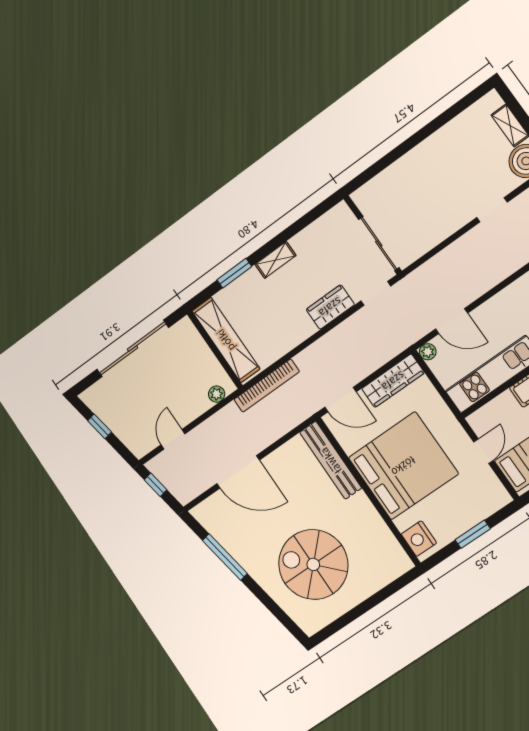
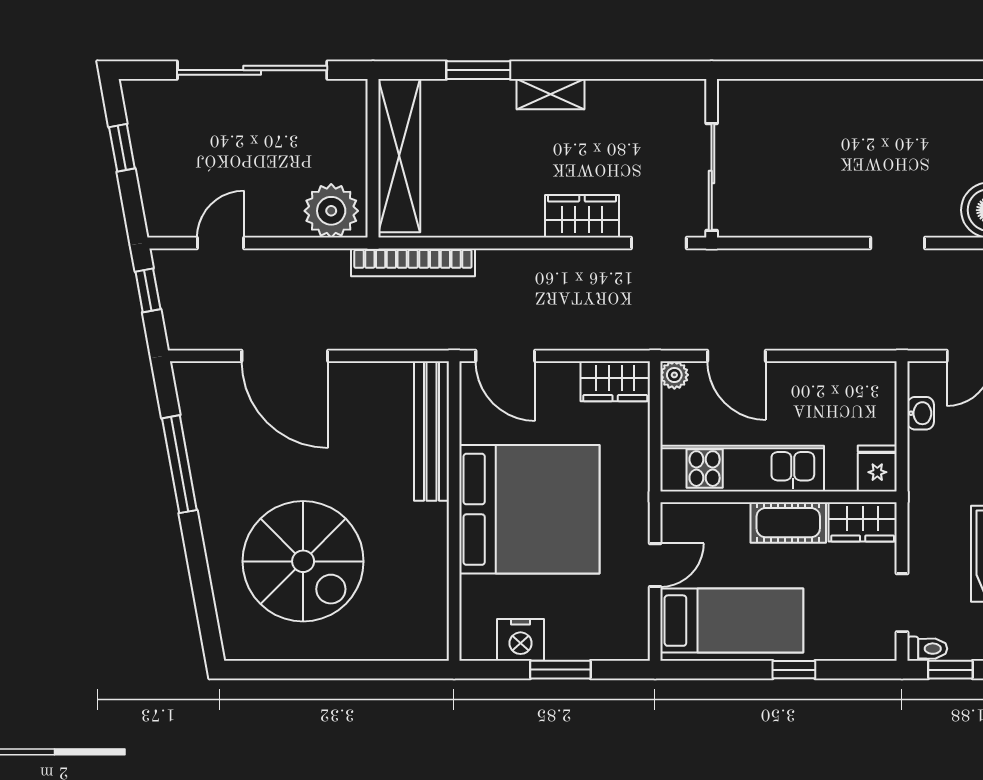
wardrobe: (393, 381) -> (615, 381), width x0.67
plant: (217, 394) -> (331, 211), width x1.88, depth x1.88
nightstand: (419, 539) -> (521, 640), moved, turned -90
spiral stairs: (313, 564) -> (303, 561), turned 180

